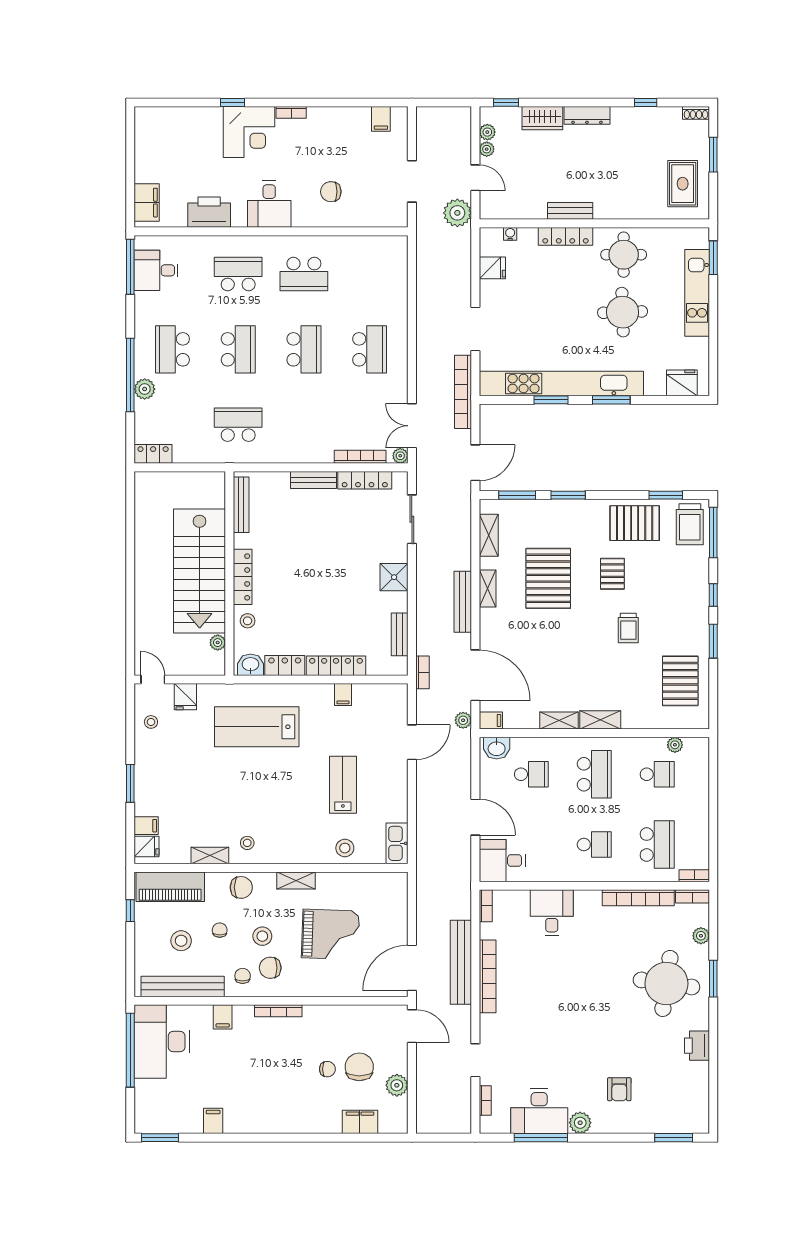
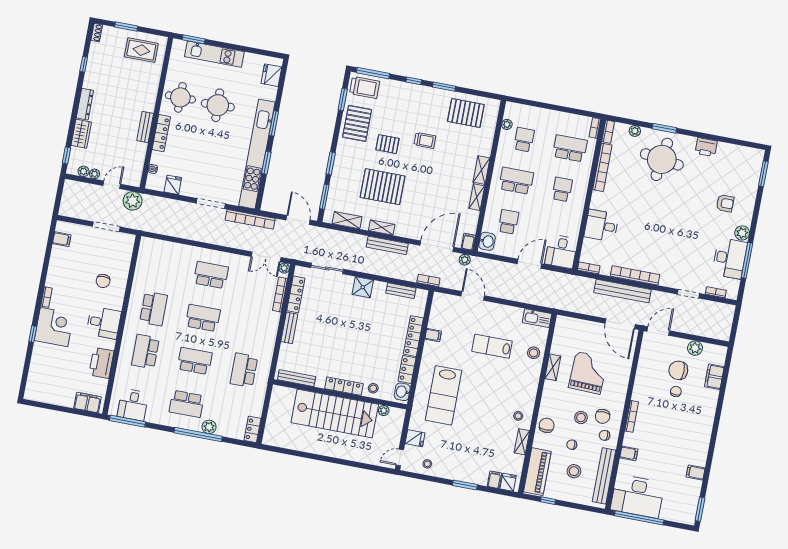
shelving: (296, 880) -> (553, 367), moved

